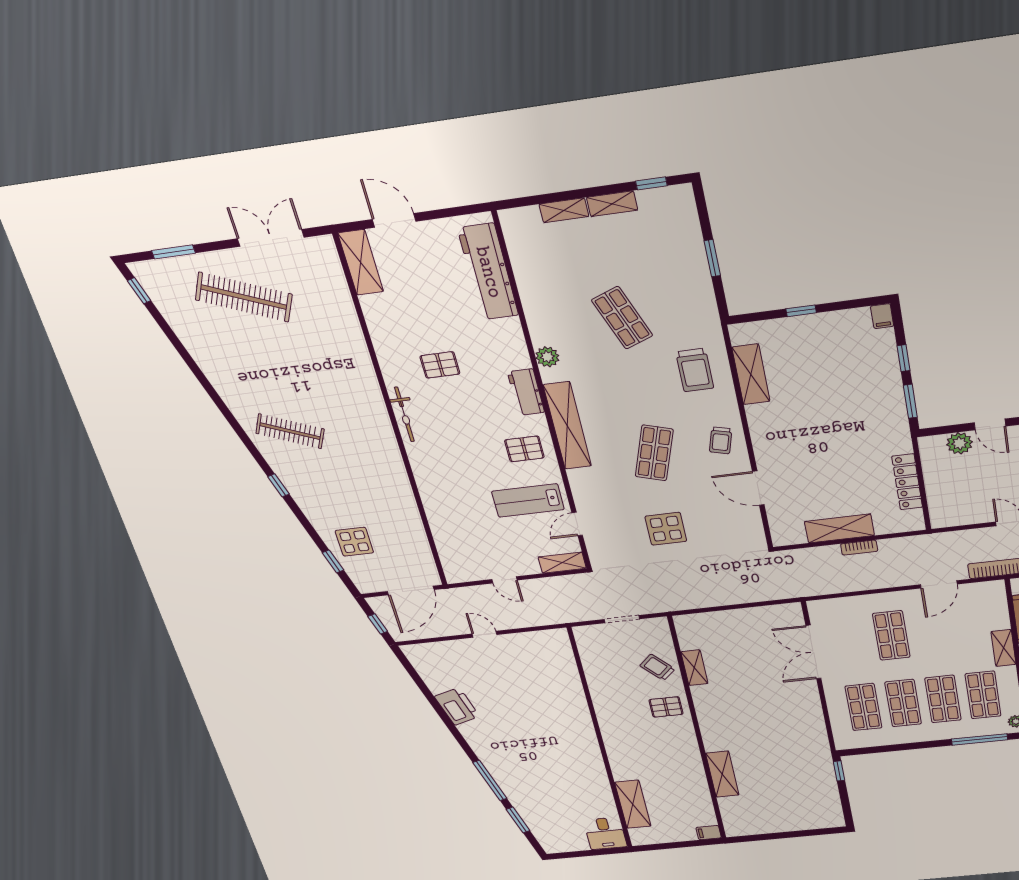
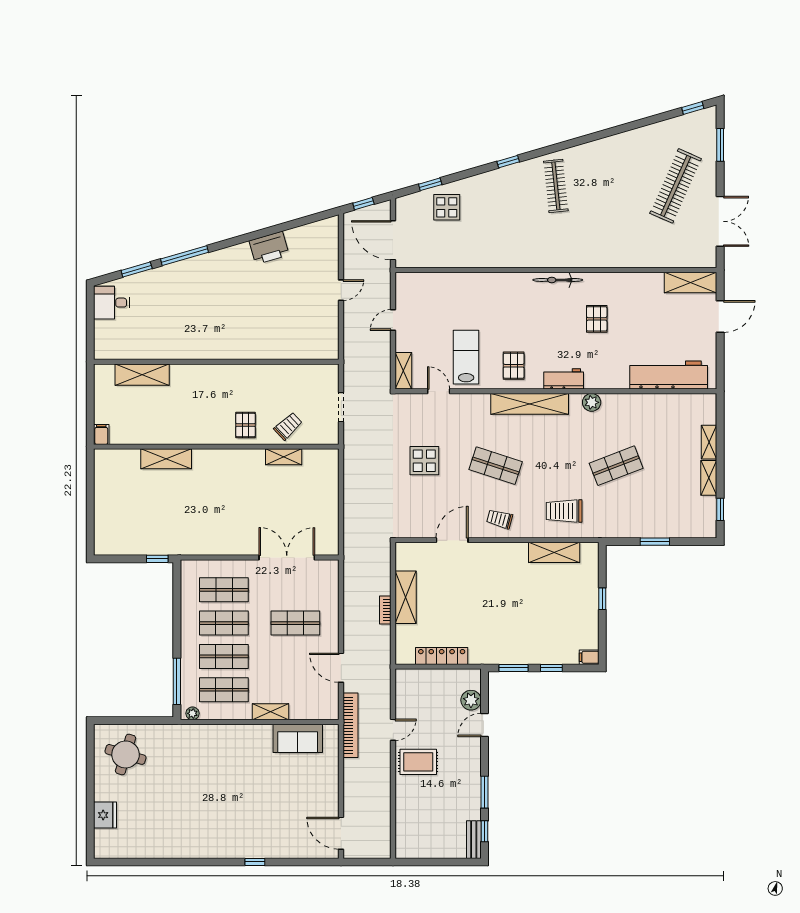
clothes rail: (290, 431) -> (556, 186), turned -30
desk: (605, 833) -> (112, 303), moved

